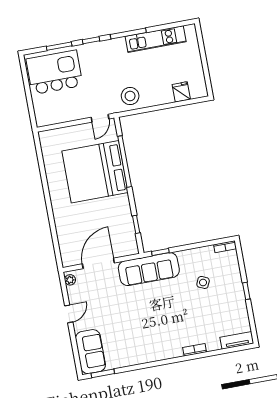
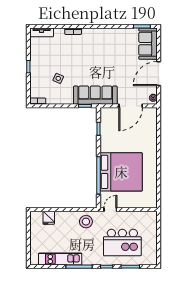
kitchen island: (54, 72) -> (122, 242), moved
door: (69, 314) -> (159, 74), width x1.88

